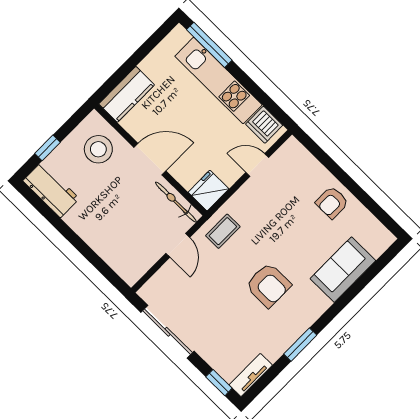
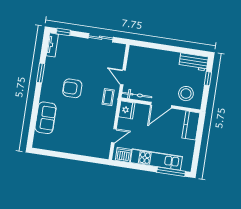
armchair: (332, 203) -> (71, 143), removed
sliding door: (168, 332) -> (101, 38), width x0.73

